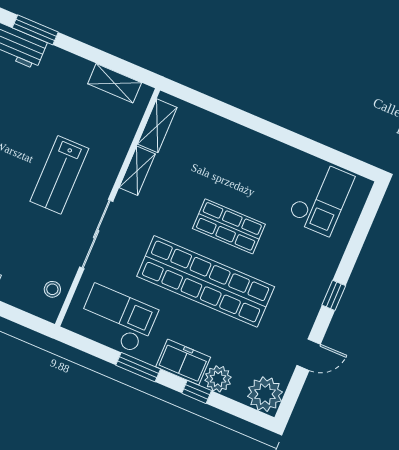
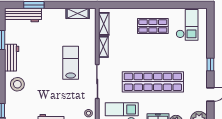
lab bench: (59, 175) -> (71, 63), turned 180
shop shelf: (229, 226) -> (153, 26), moved

